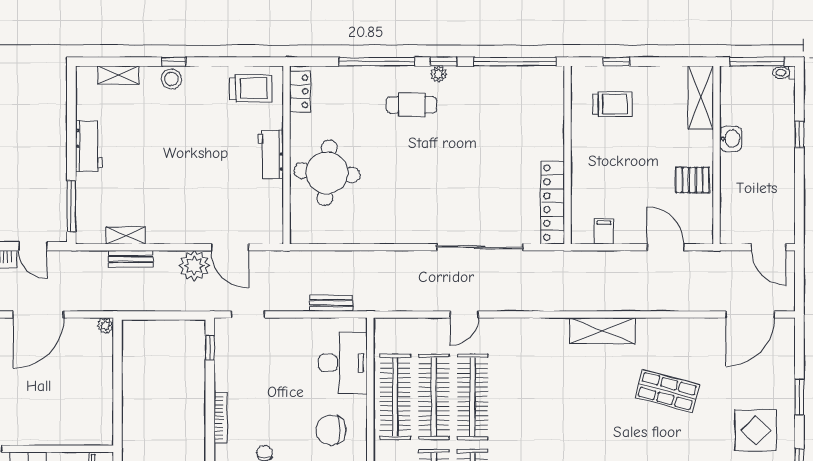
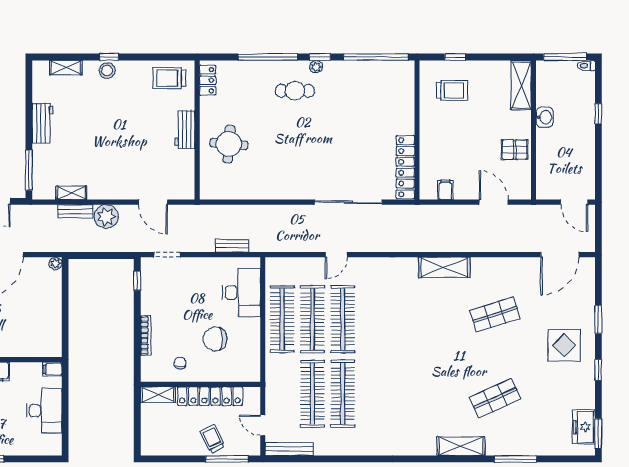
trolley: (251, 89) -> (169, 78), turned 180
round table: (327, 173) -> (229, 144), width x0.73, depth x0.73
plant: (194, 266) -> (106, 217), moved
shop shelf: (667, 391) -> (495, 315), turned -33
chair: (331, 430) -> (215, 339), moved

